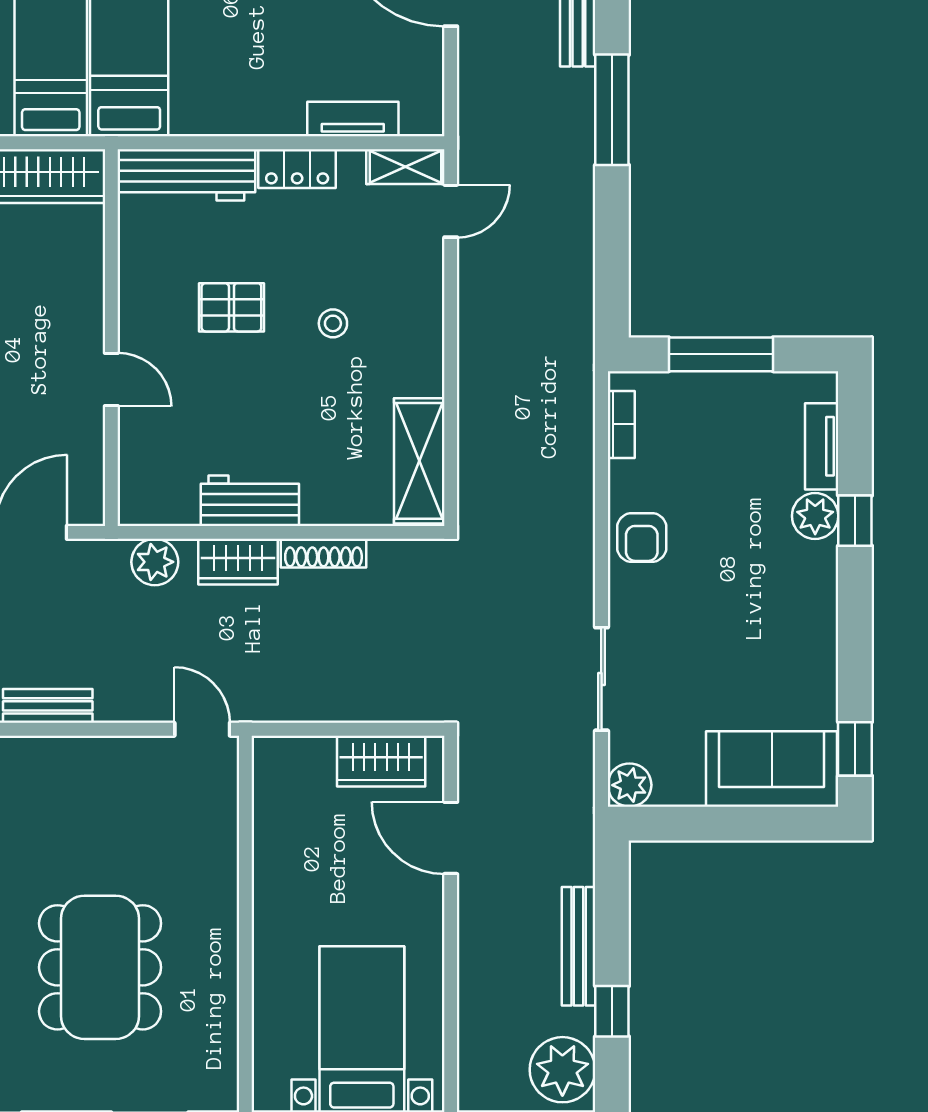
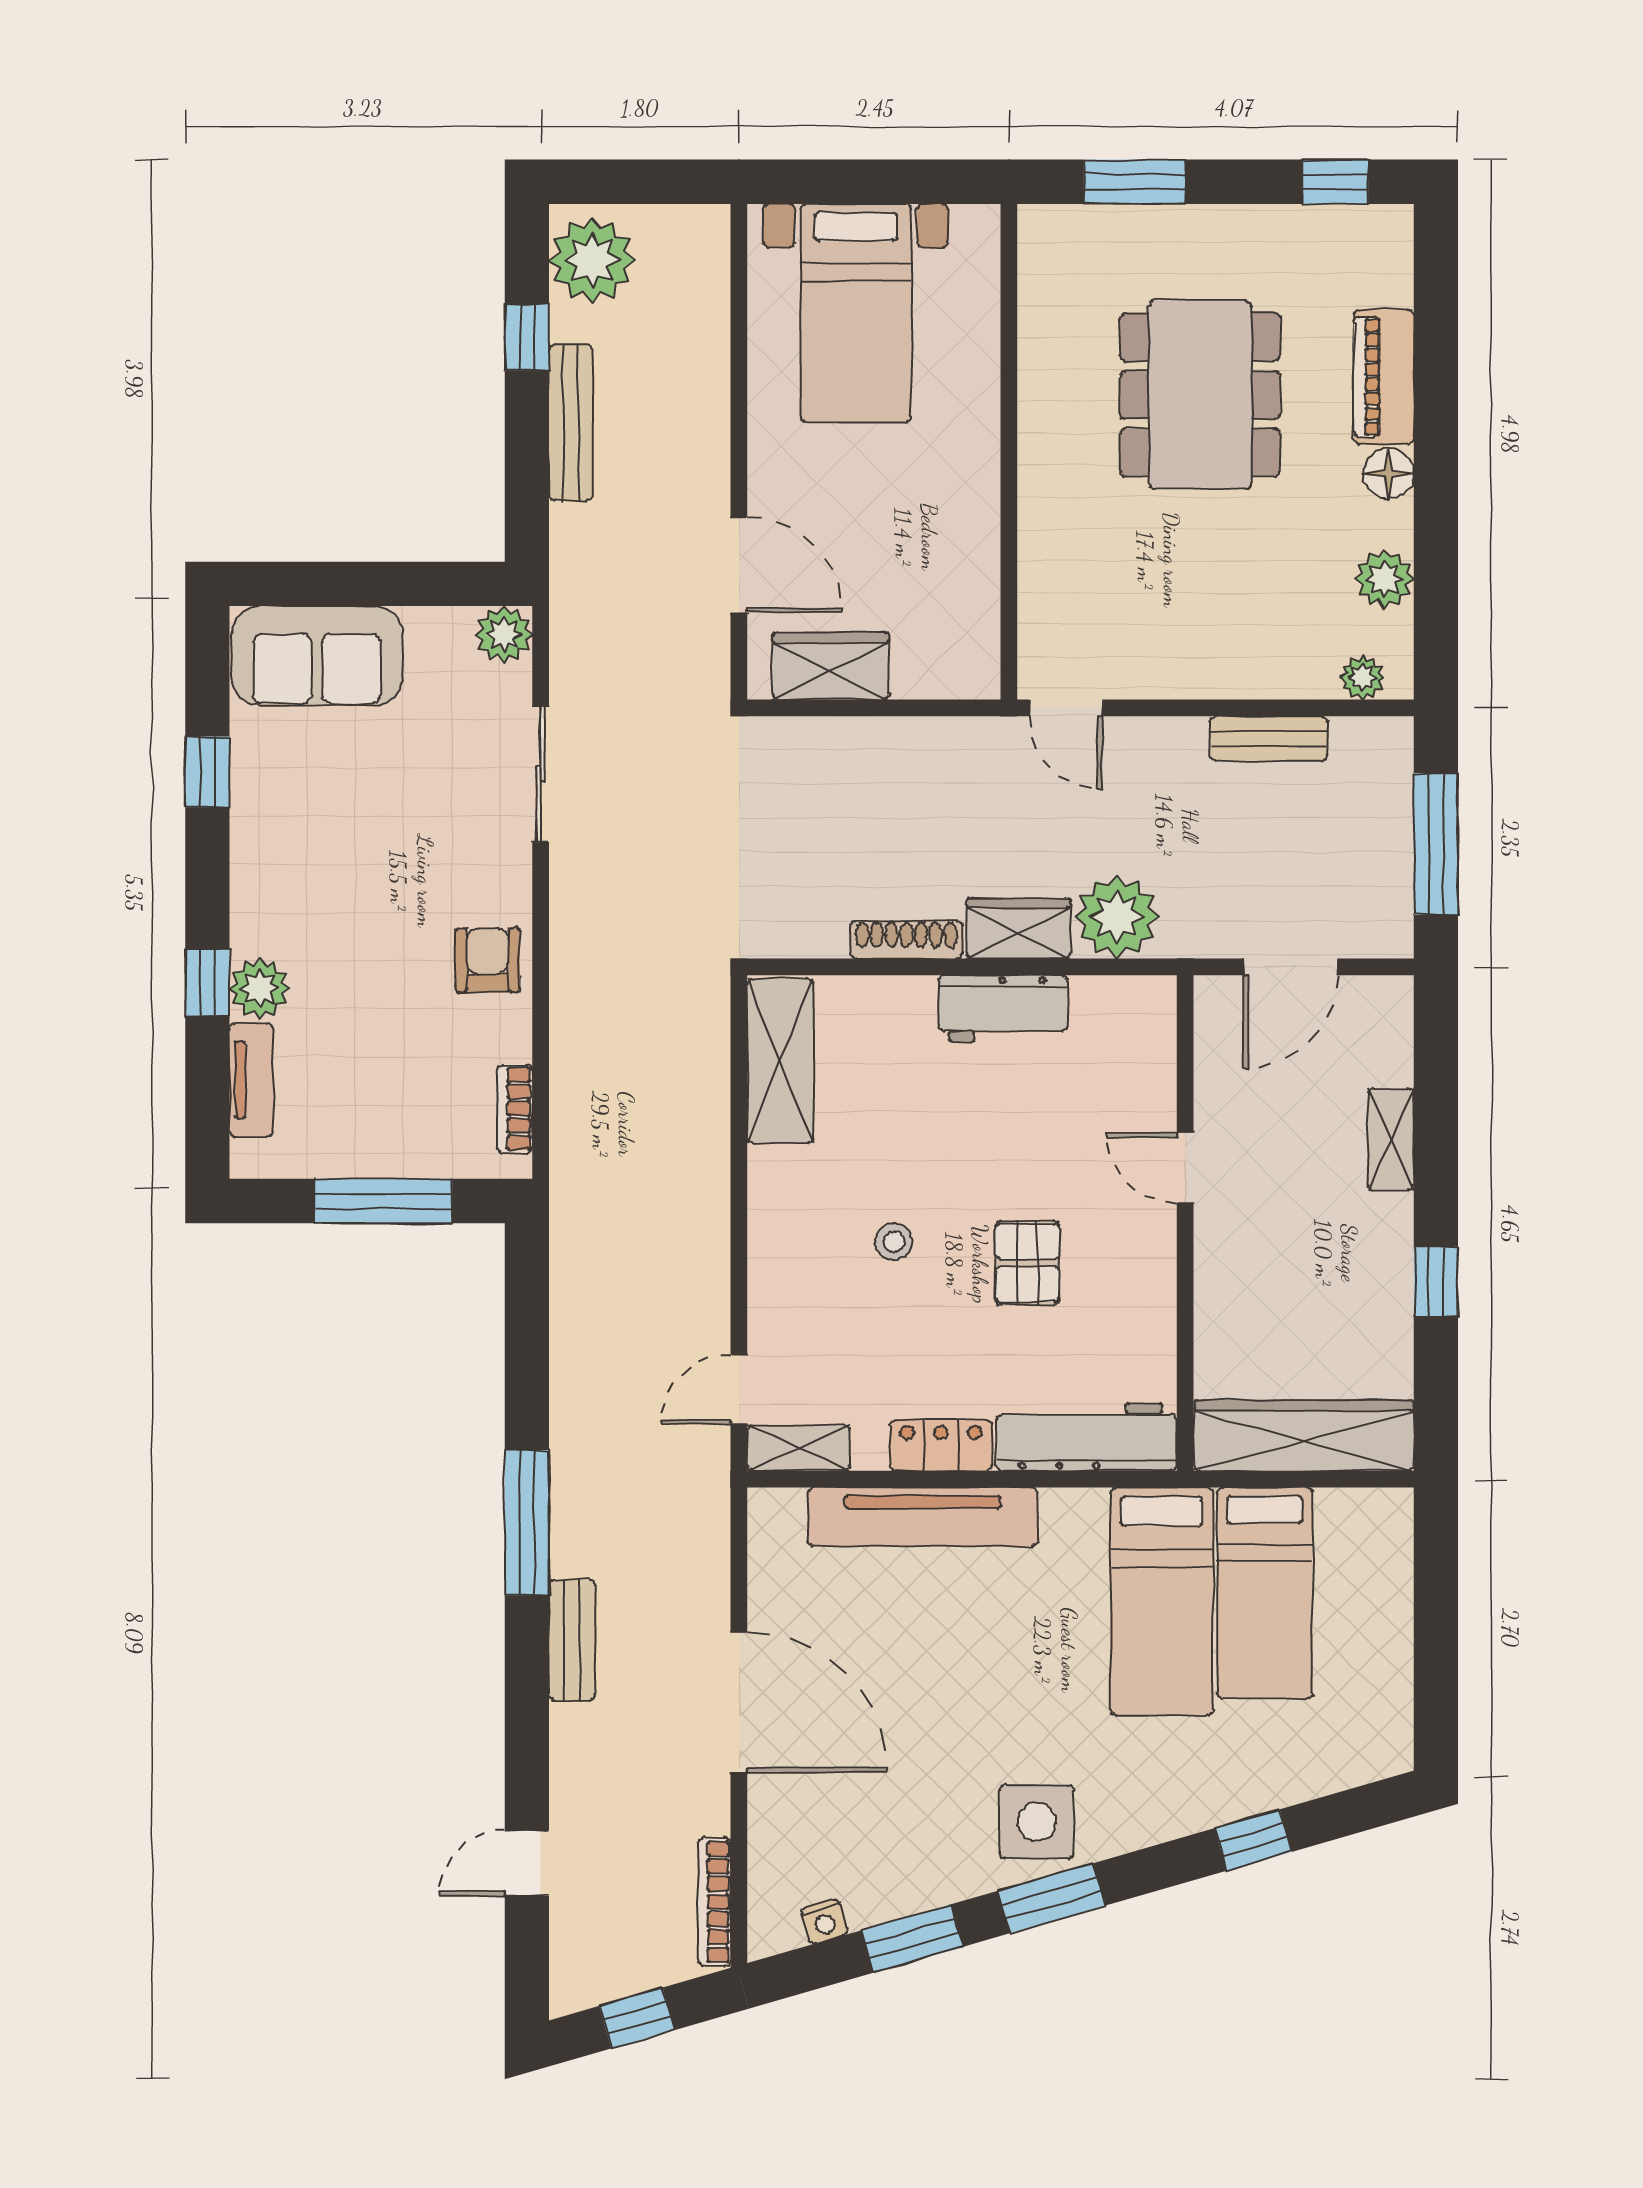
tv unit: (353, 119) -> (923, 1517), width x1.92, depth x1.29
pallet: (231, 307) -> (1027, 1263), turned 90
plant: (155, 562) -> (1117, 917), width x1.36, depth x1.36
window: (855, 749) -> (207, 772), moved

